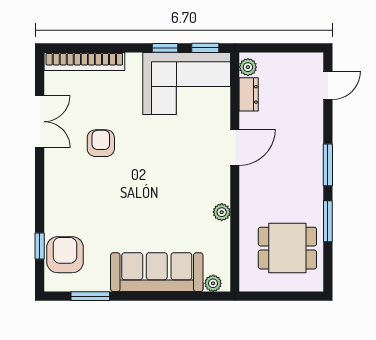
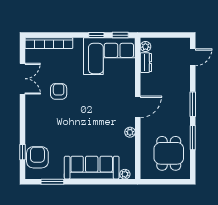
door: (235, 147) -> (138, 107), moved
dining table: (287, 248) -> (169, 153), turned 90

